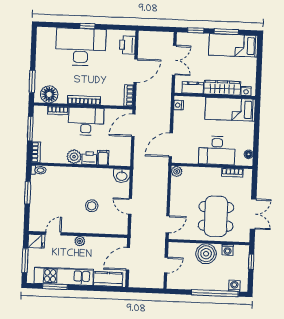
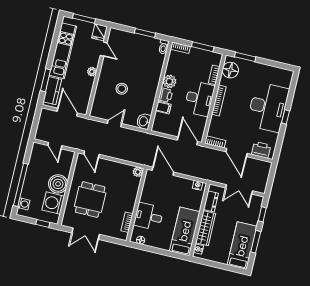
desk: (217, 150) -> (149, 216), width x0.73
dining table: (216, 216) -> (90, 200), width x0.73
washing machine: (228, 250) -> (53, 203), width x1.89, depth x1.89
window: (55, 287) -> (46, 80), moved

